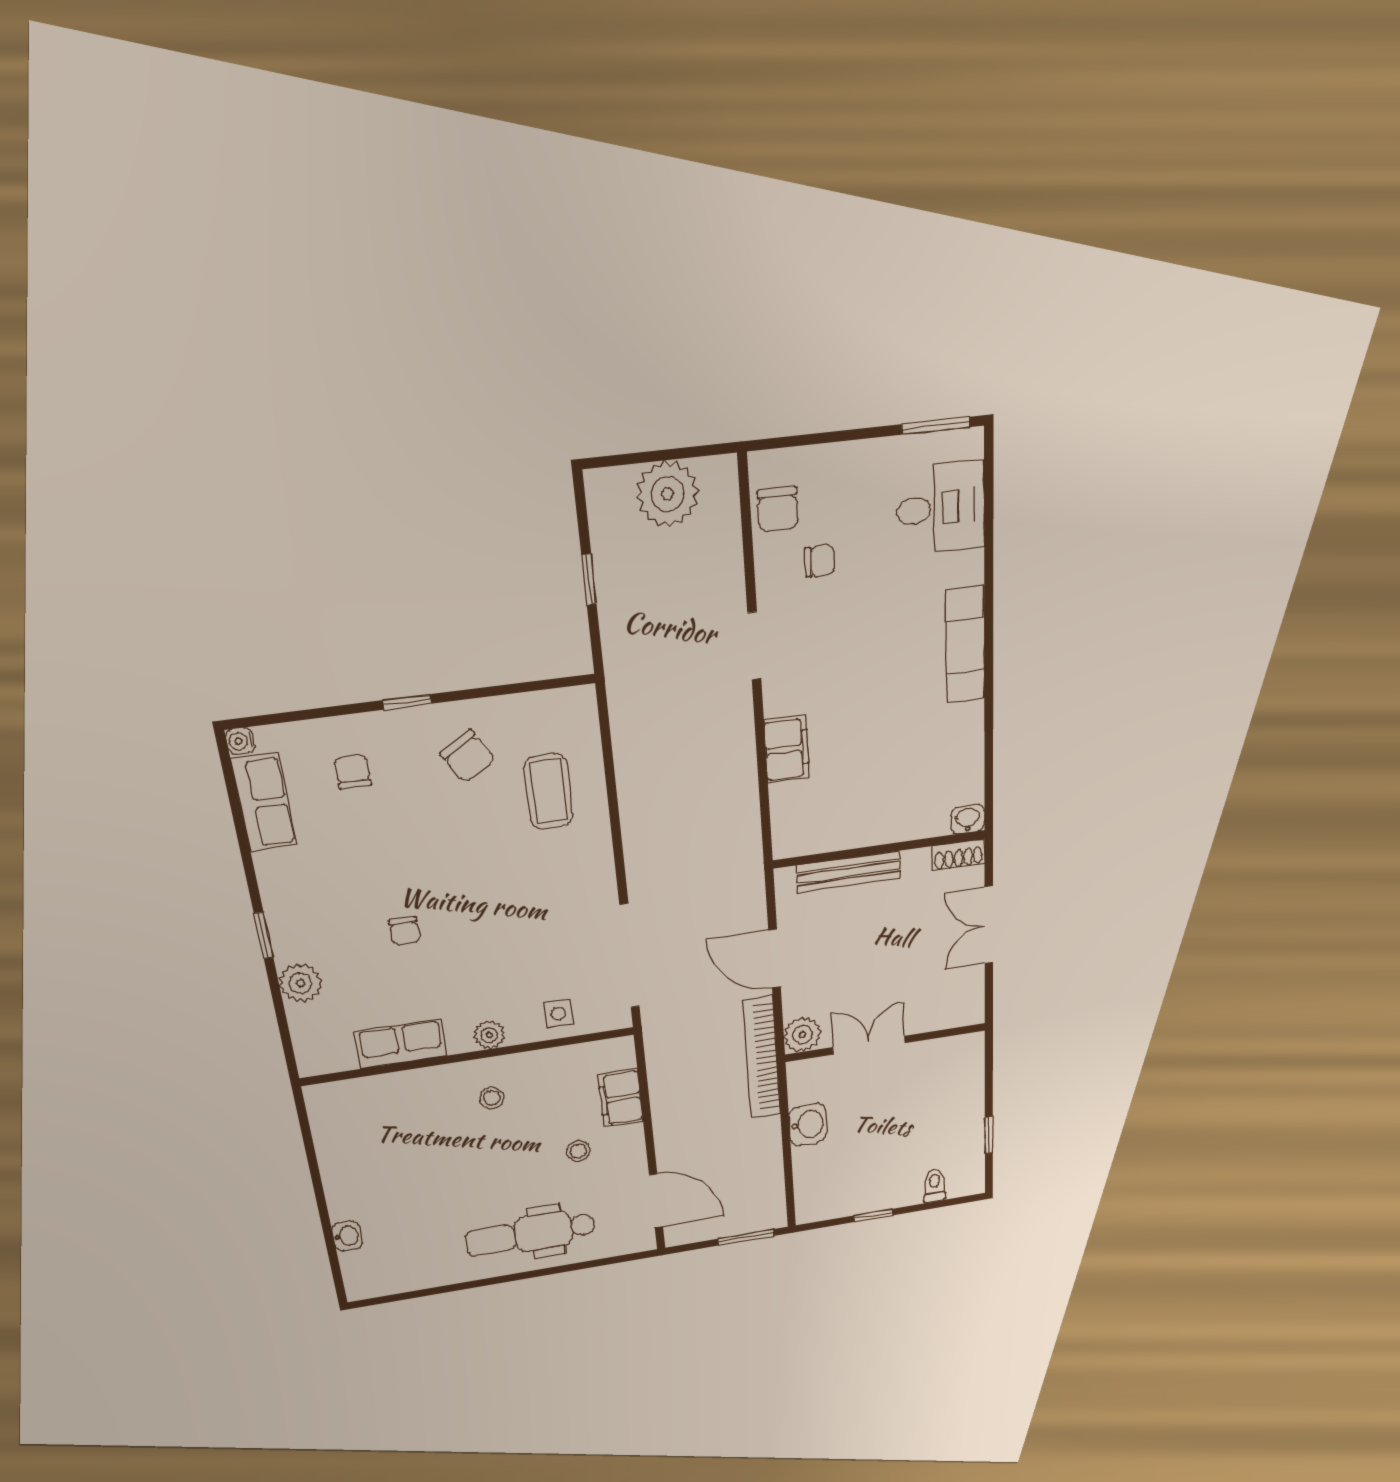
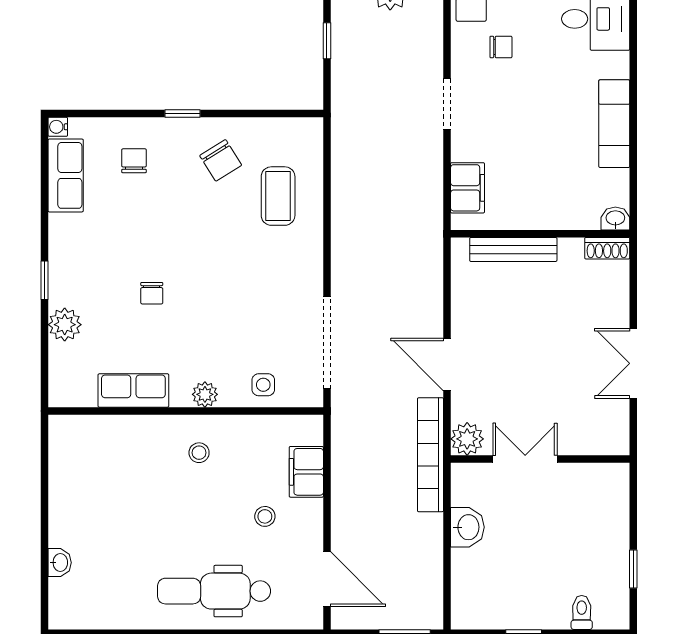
washbasin: (968, 819) -> (615, 219), moved
wall: (880, 849) -> (540, 234), moved
shoe rack: (959, 855) -> (607, 248), moved
bench: (849, 872) -> (513, 249), moved

